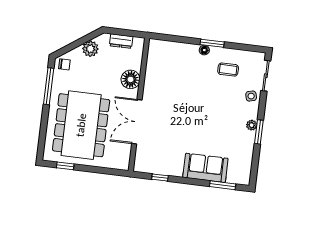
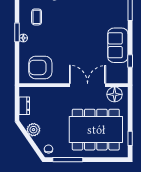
armchair: (166, 67) -> (40, 67), added
floor lamp: (131, 79) -> (115, 94), moved
double door: (137, 122) -> (88, 85), swing flipped
sofa: (205, 168) -> (118, 45), moved

